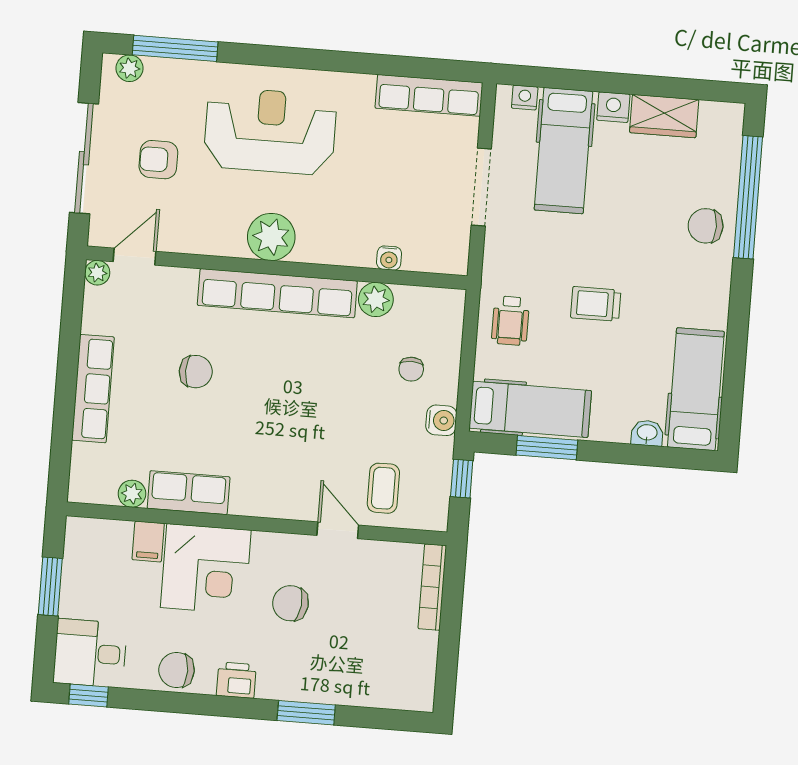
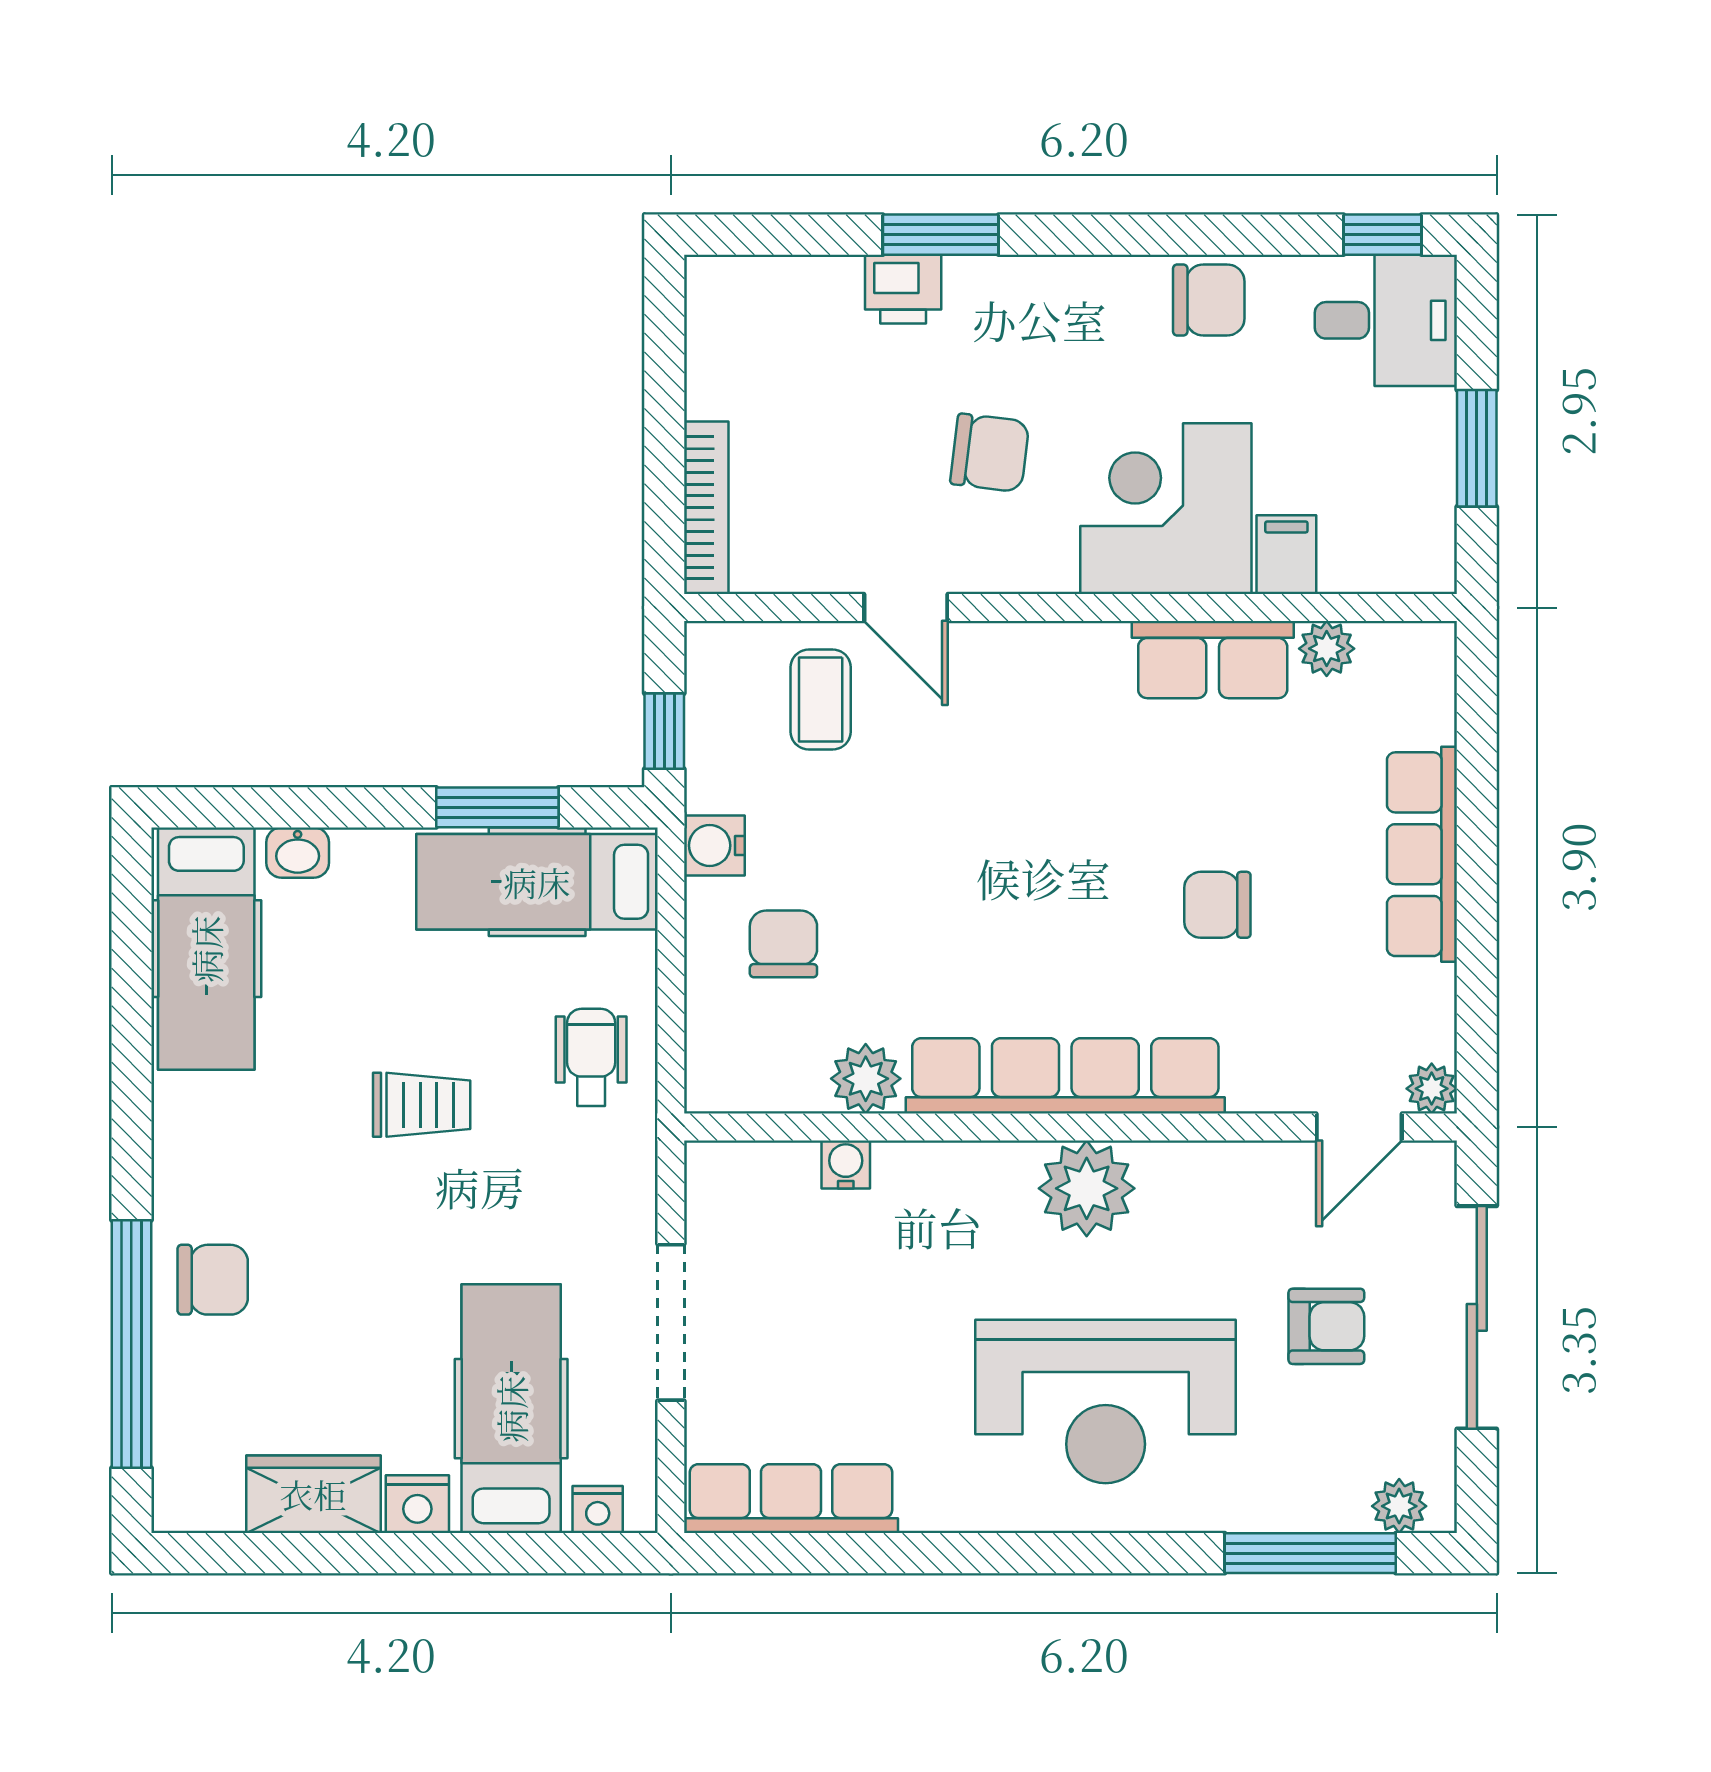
chair: (411, 369) -> (783, 944), width x1.37, depth x1.37
printer: (236, 680) -> (903, 289), moved

